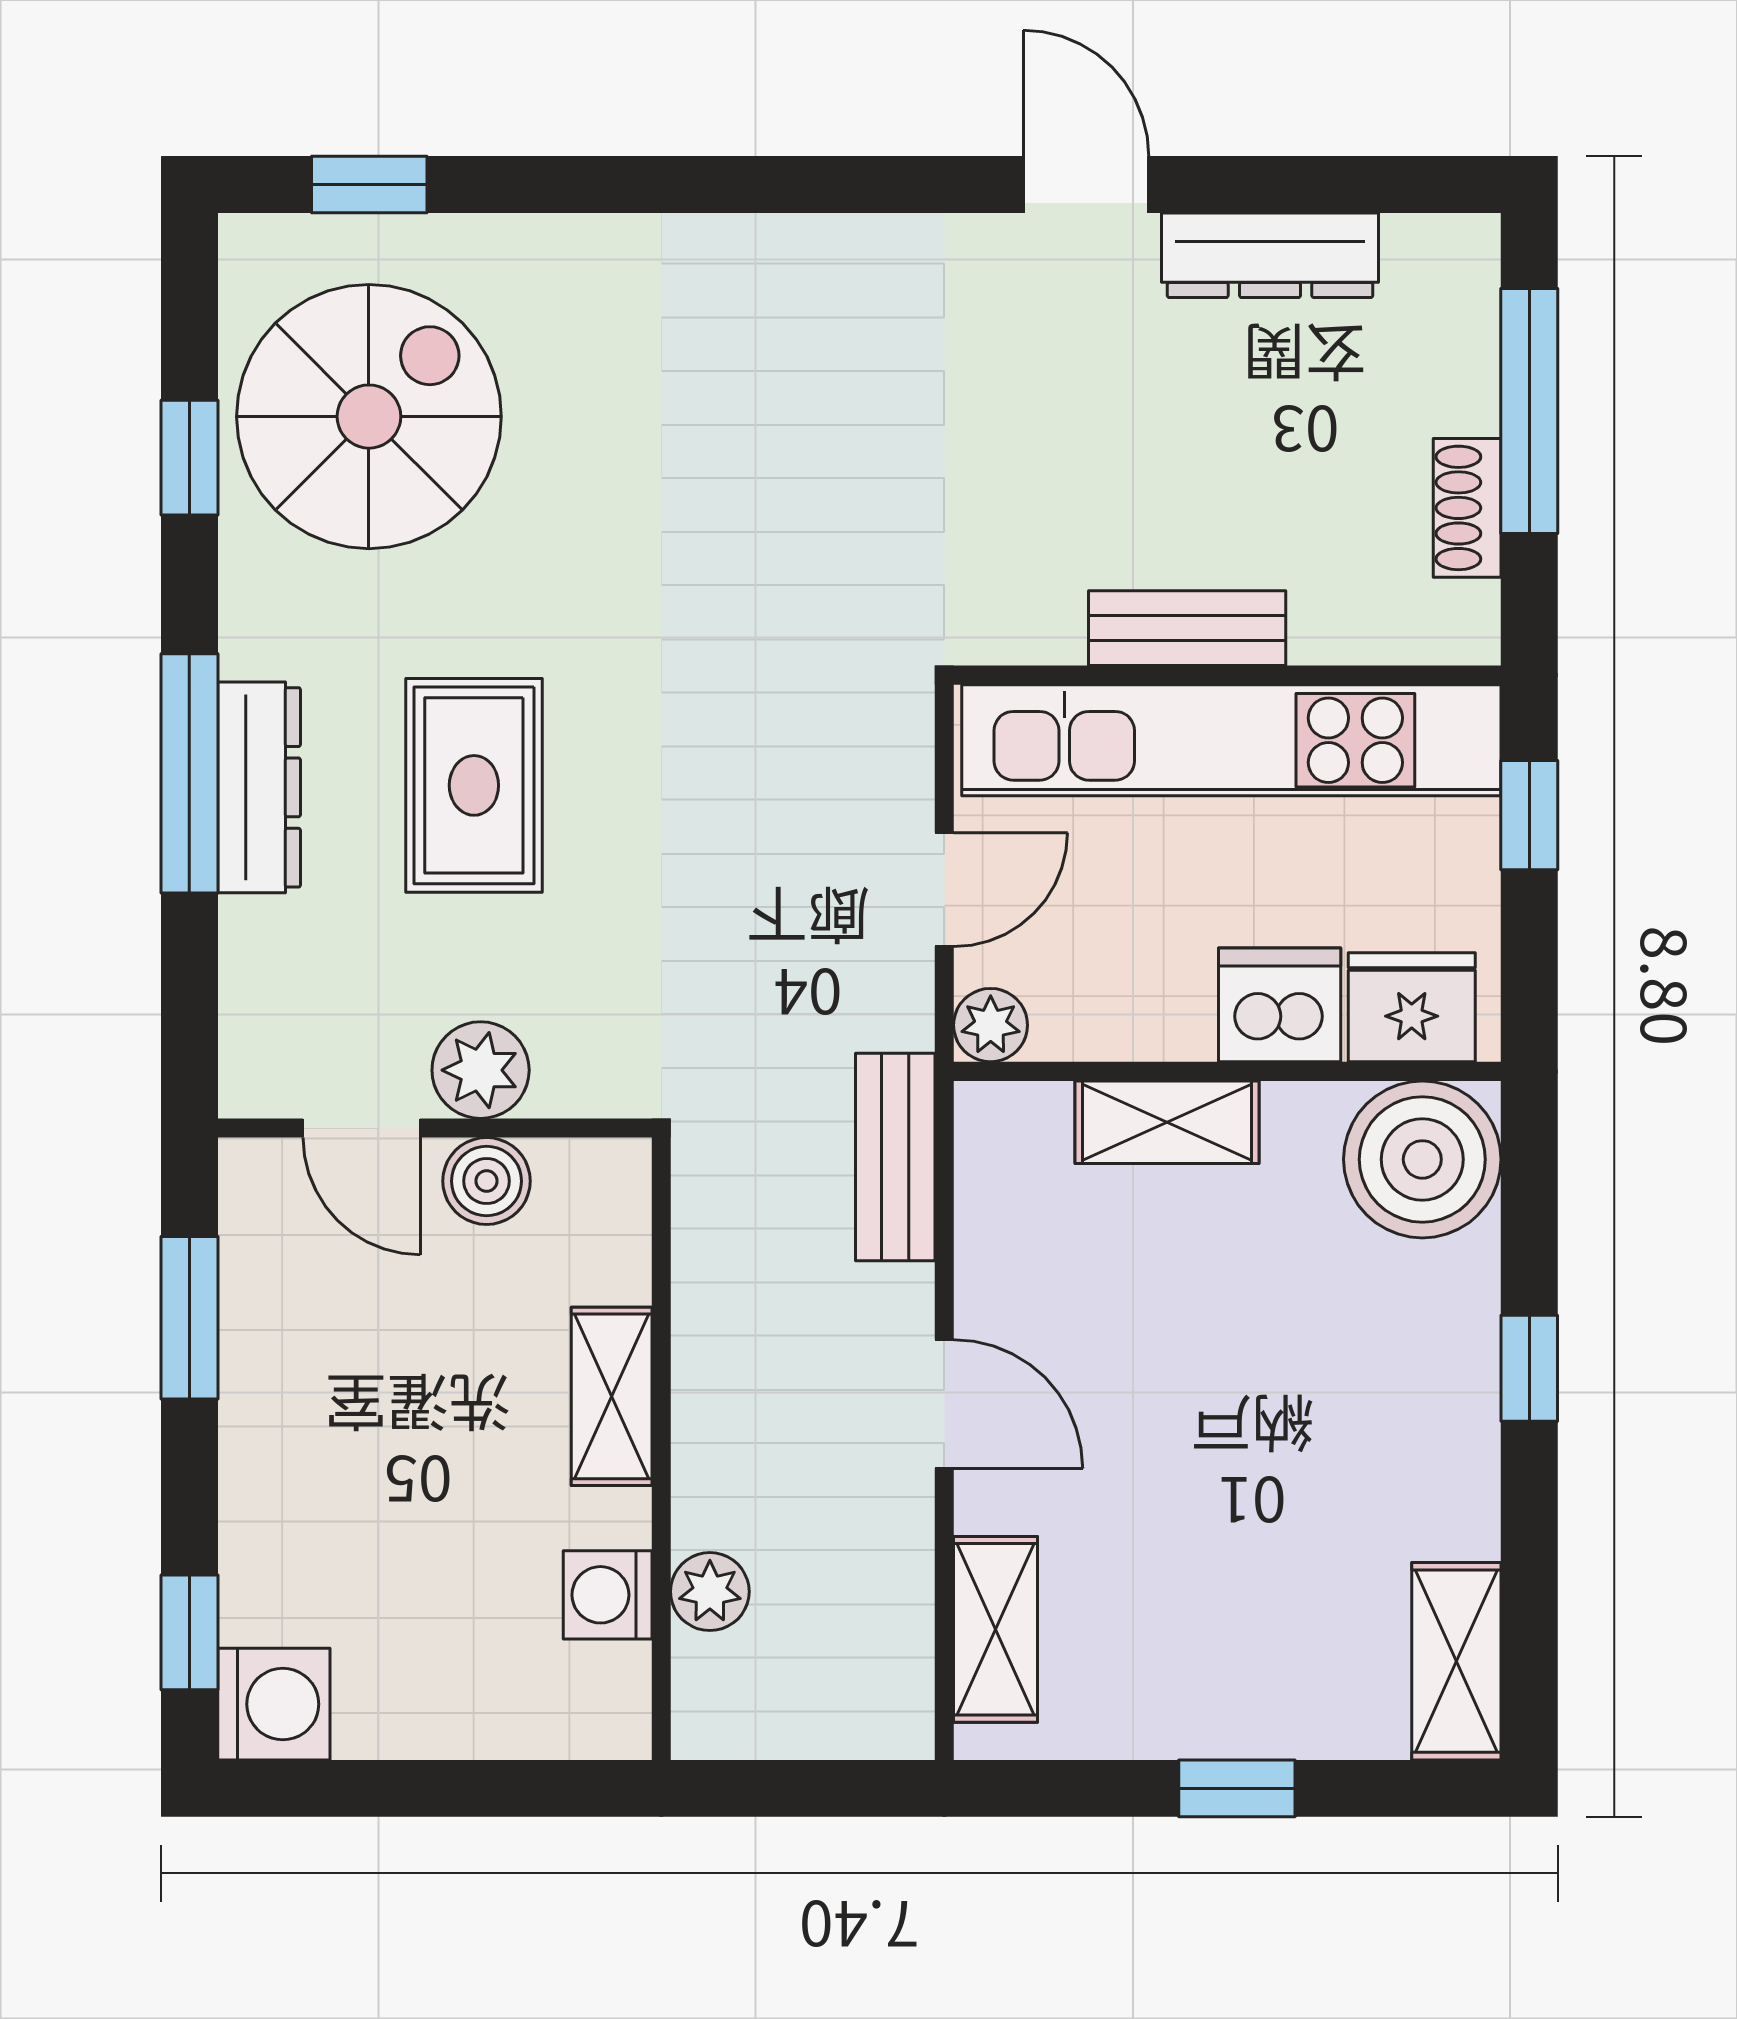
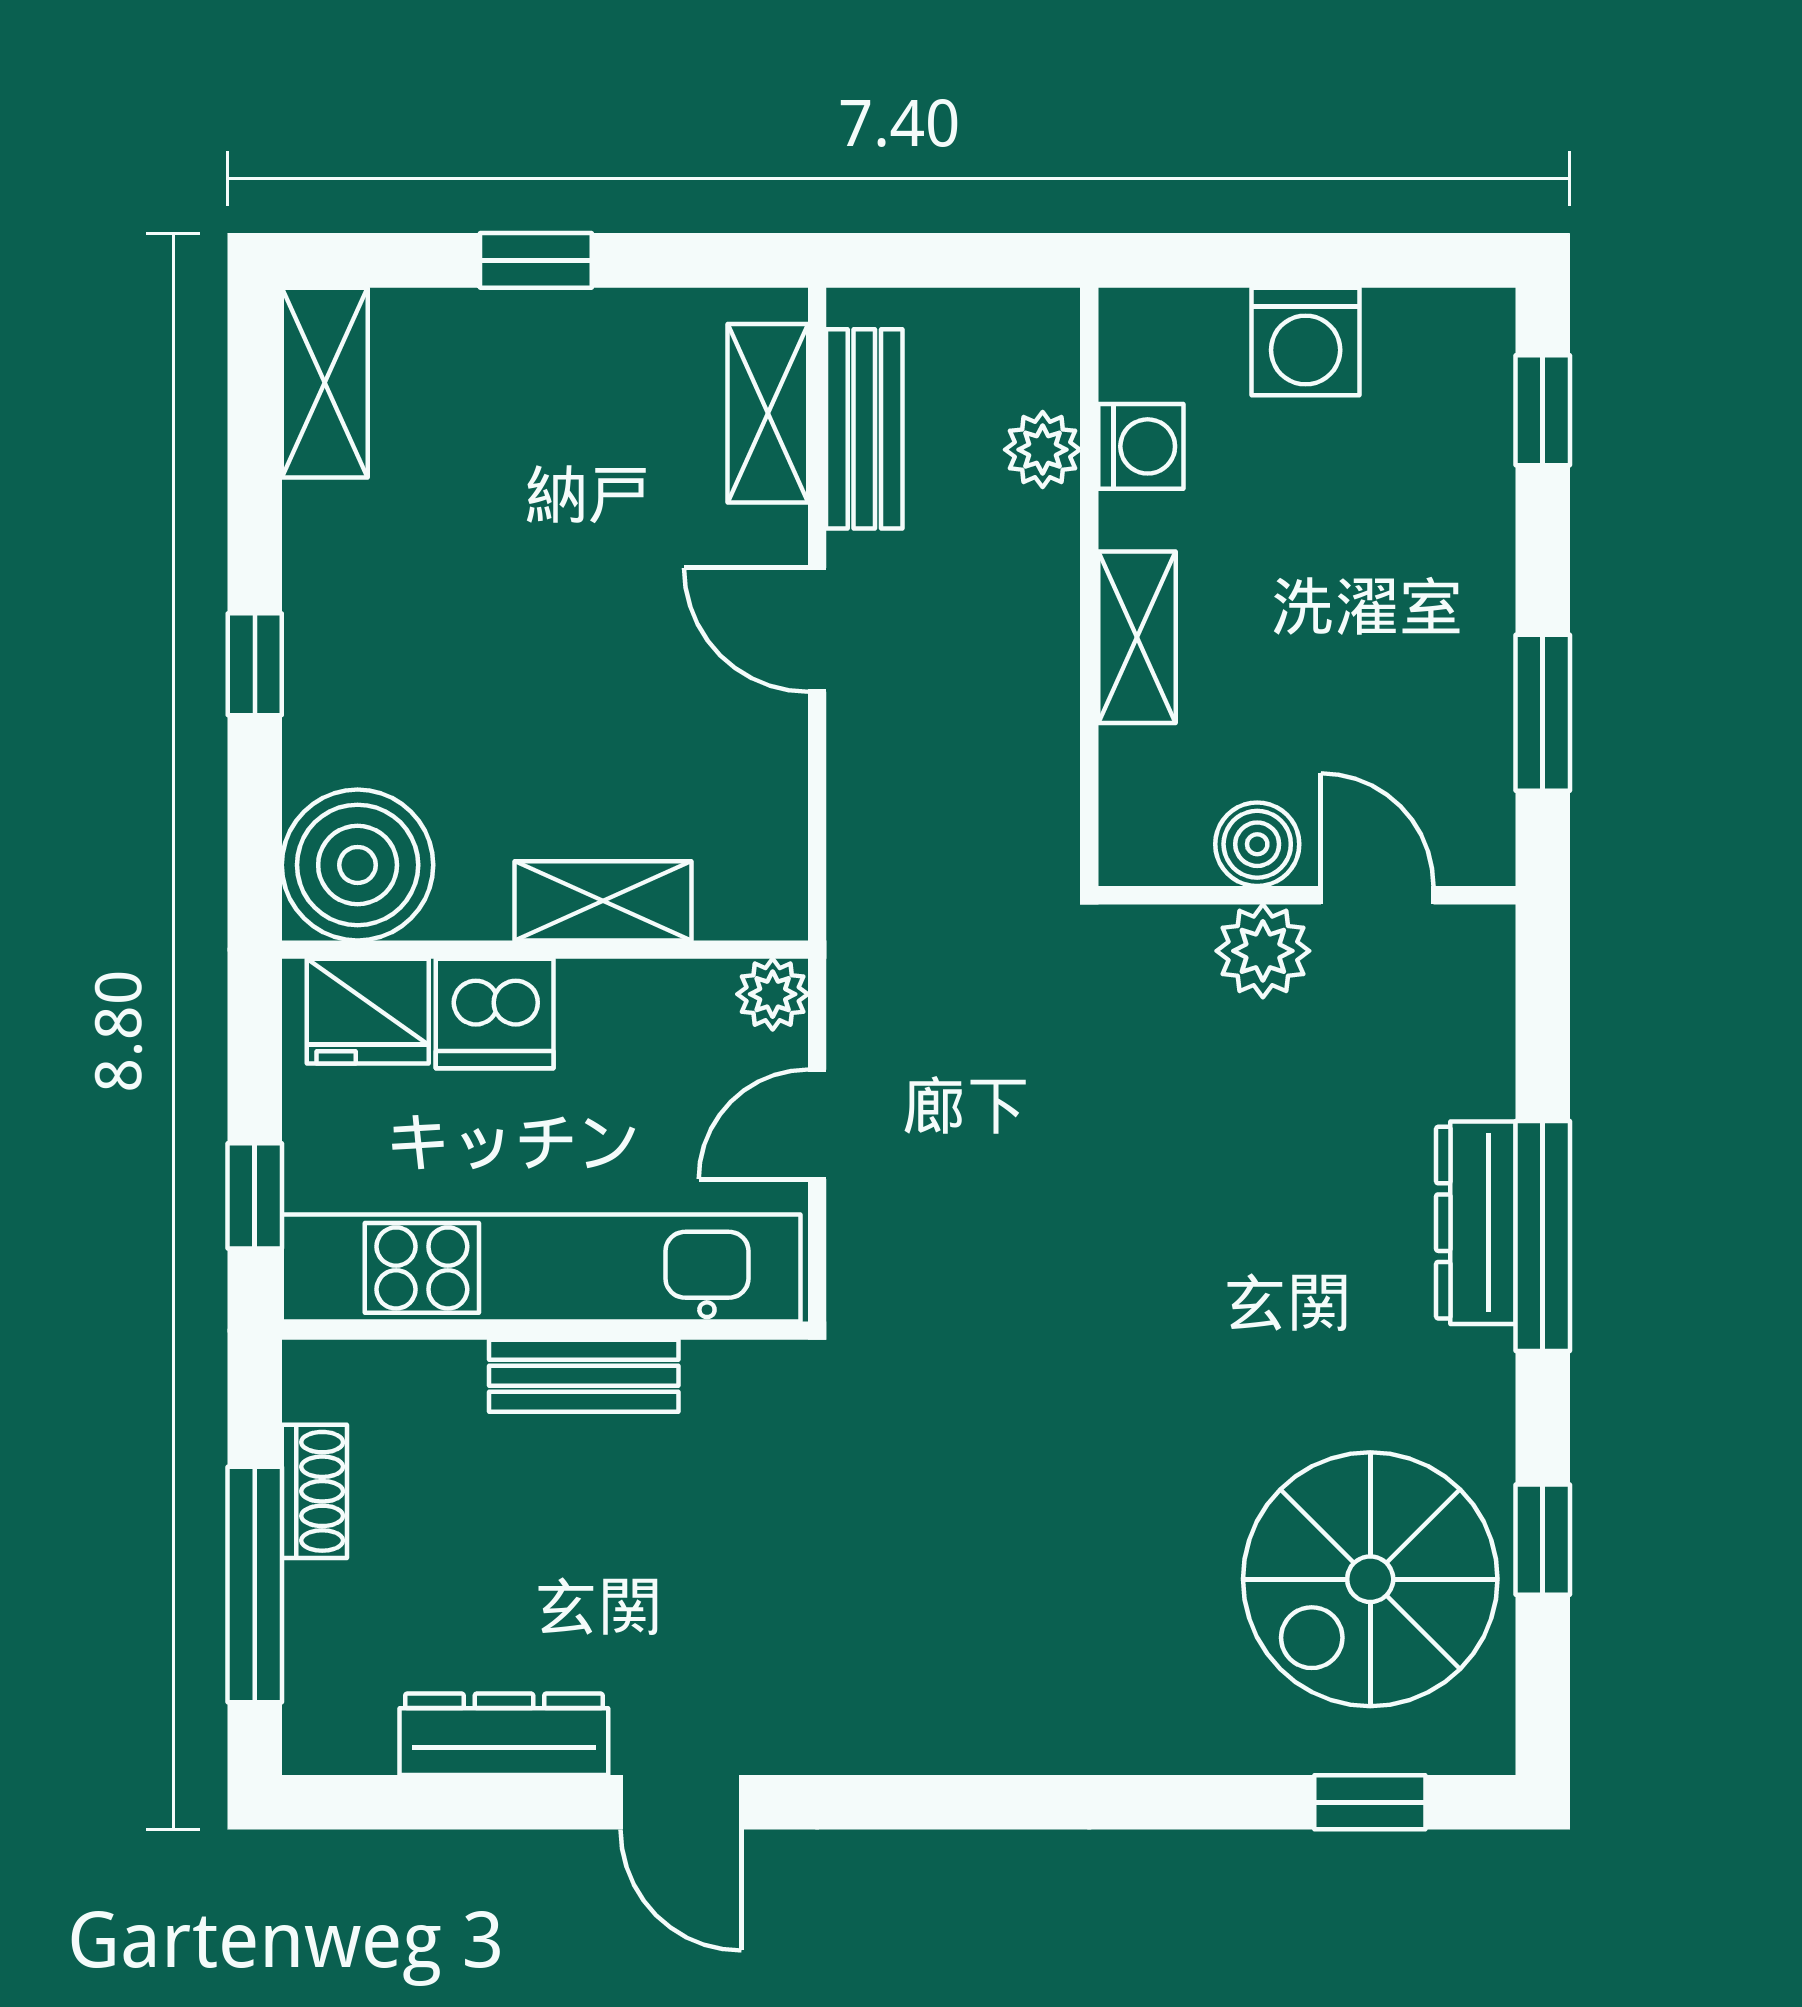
rug: (474, 785) -> (1269, 1225), removed
bench: (895, 1157) -> (864, 429), moved
washing machine: (274, 1704) -> (1306, 341), moved, turned -90

